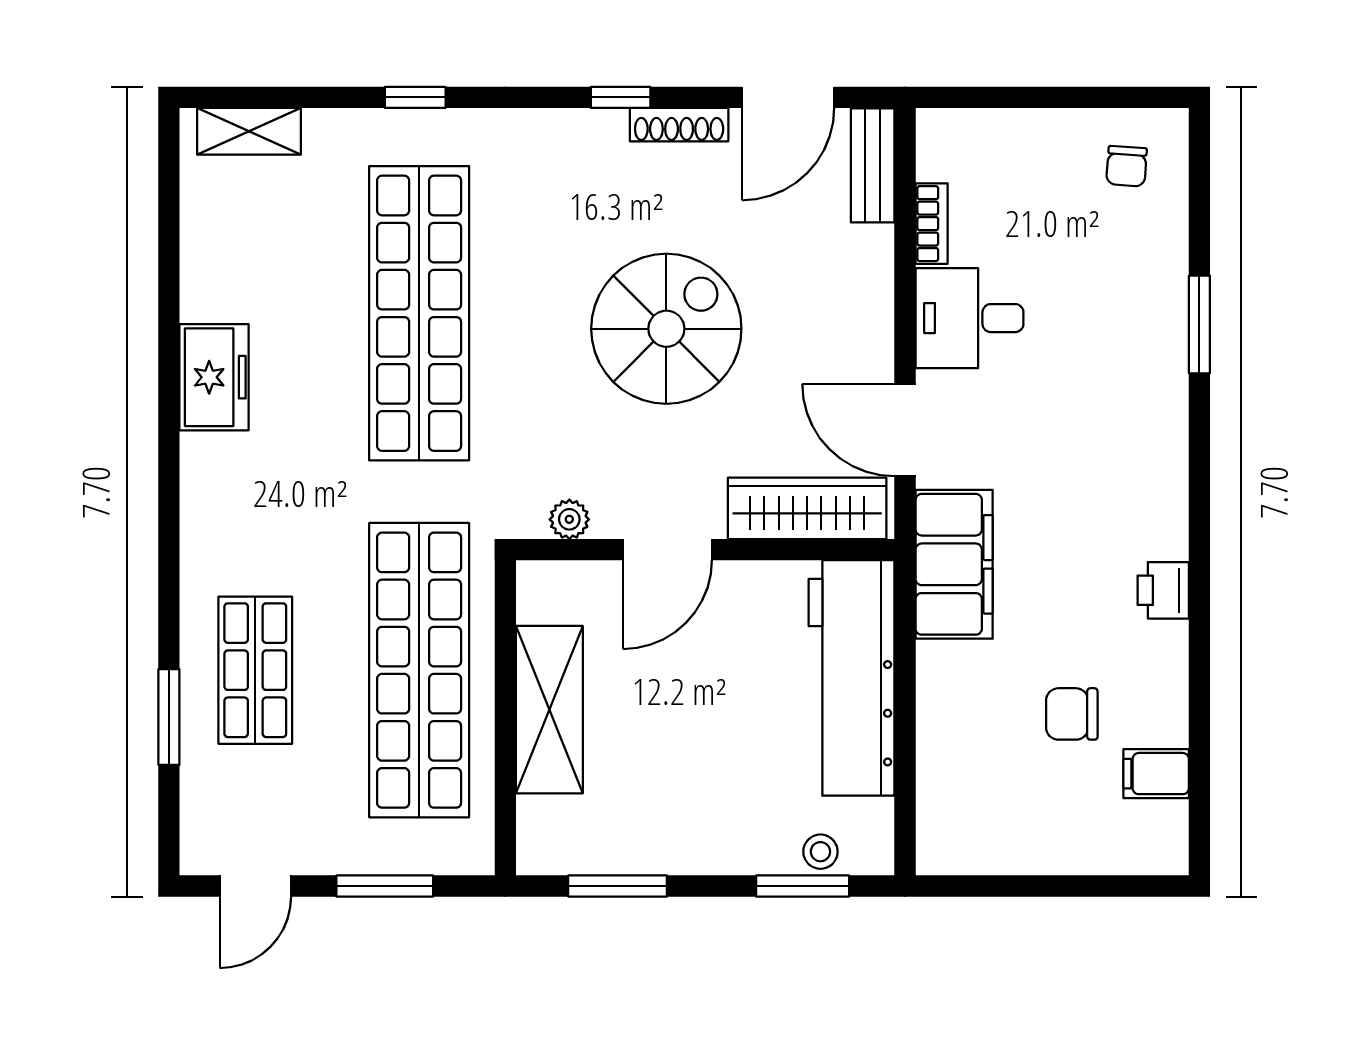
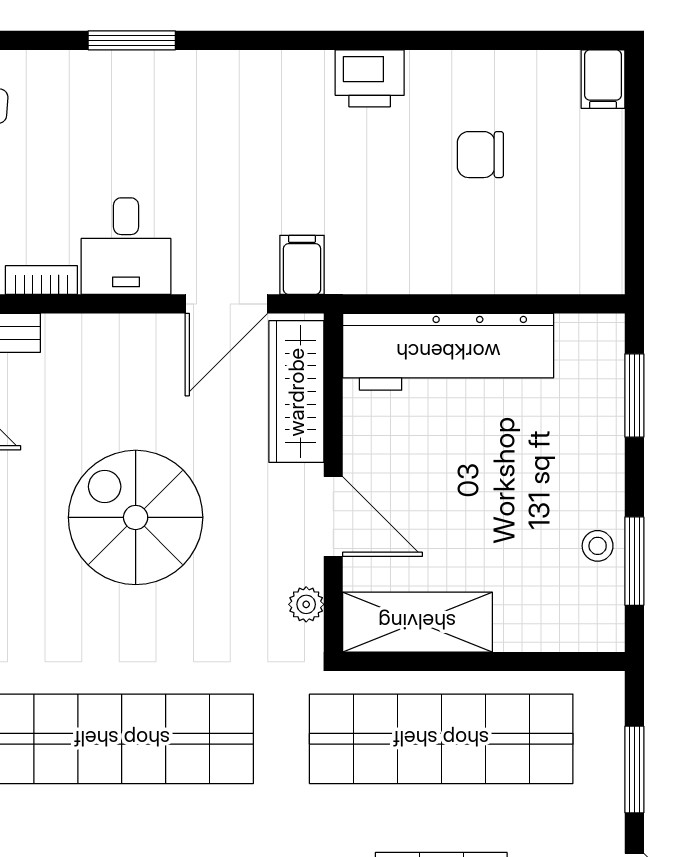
filing cabinet: (954, 564) -> (302, 265), width x0.33, depth x0.86
printer: (1163, 590) -> (370, 78), width x1.36, depth x1.24
shelving: (549, 710) -> (417, 622), moved
chair: (1072, 714) -> (480, 155), turned 90
filing cabinet: (1156, 774) -> (603, 79), moved
stool: (820, 852) -> (598, 546), moved

